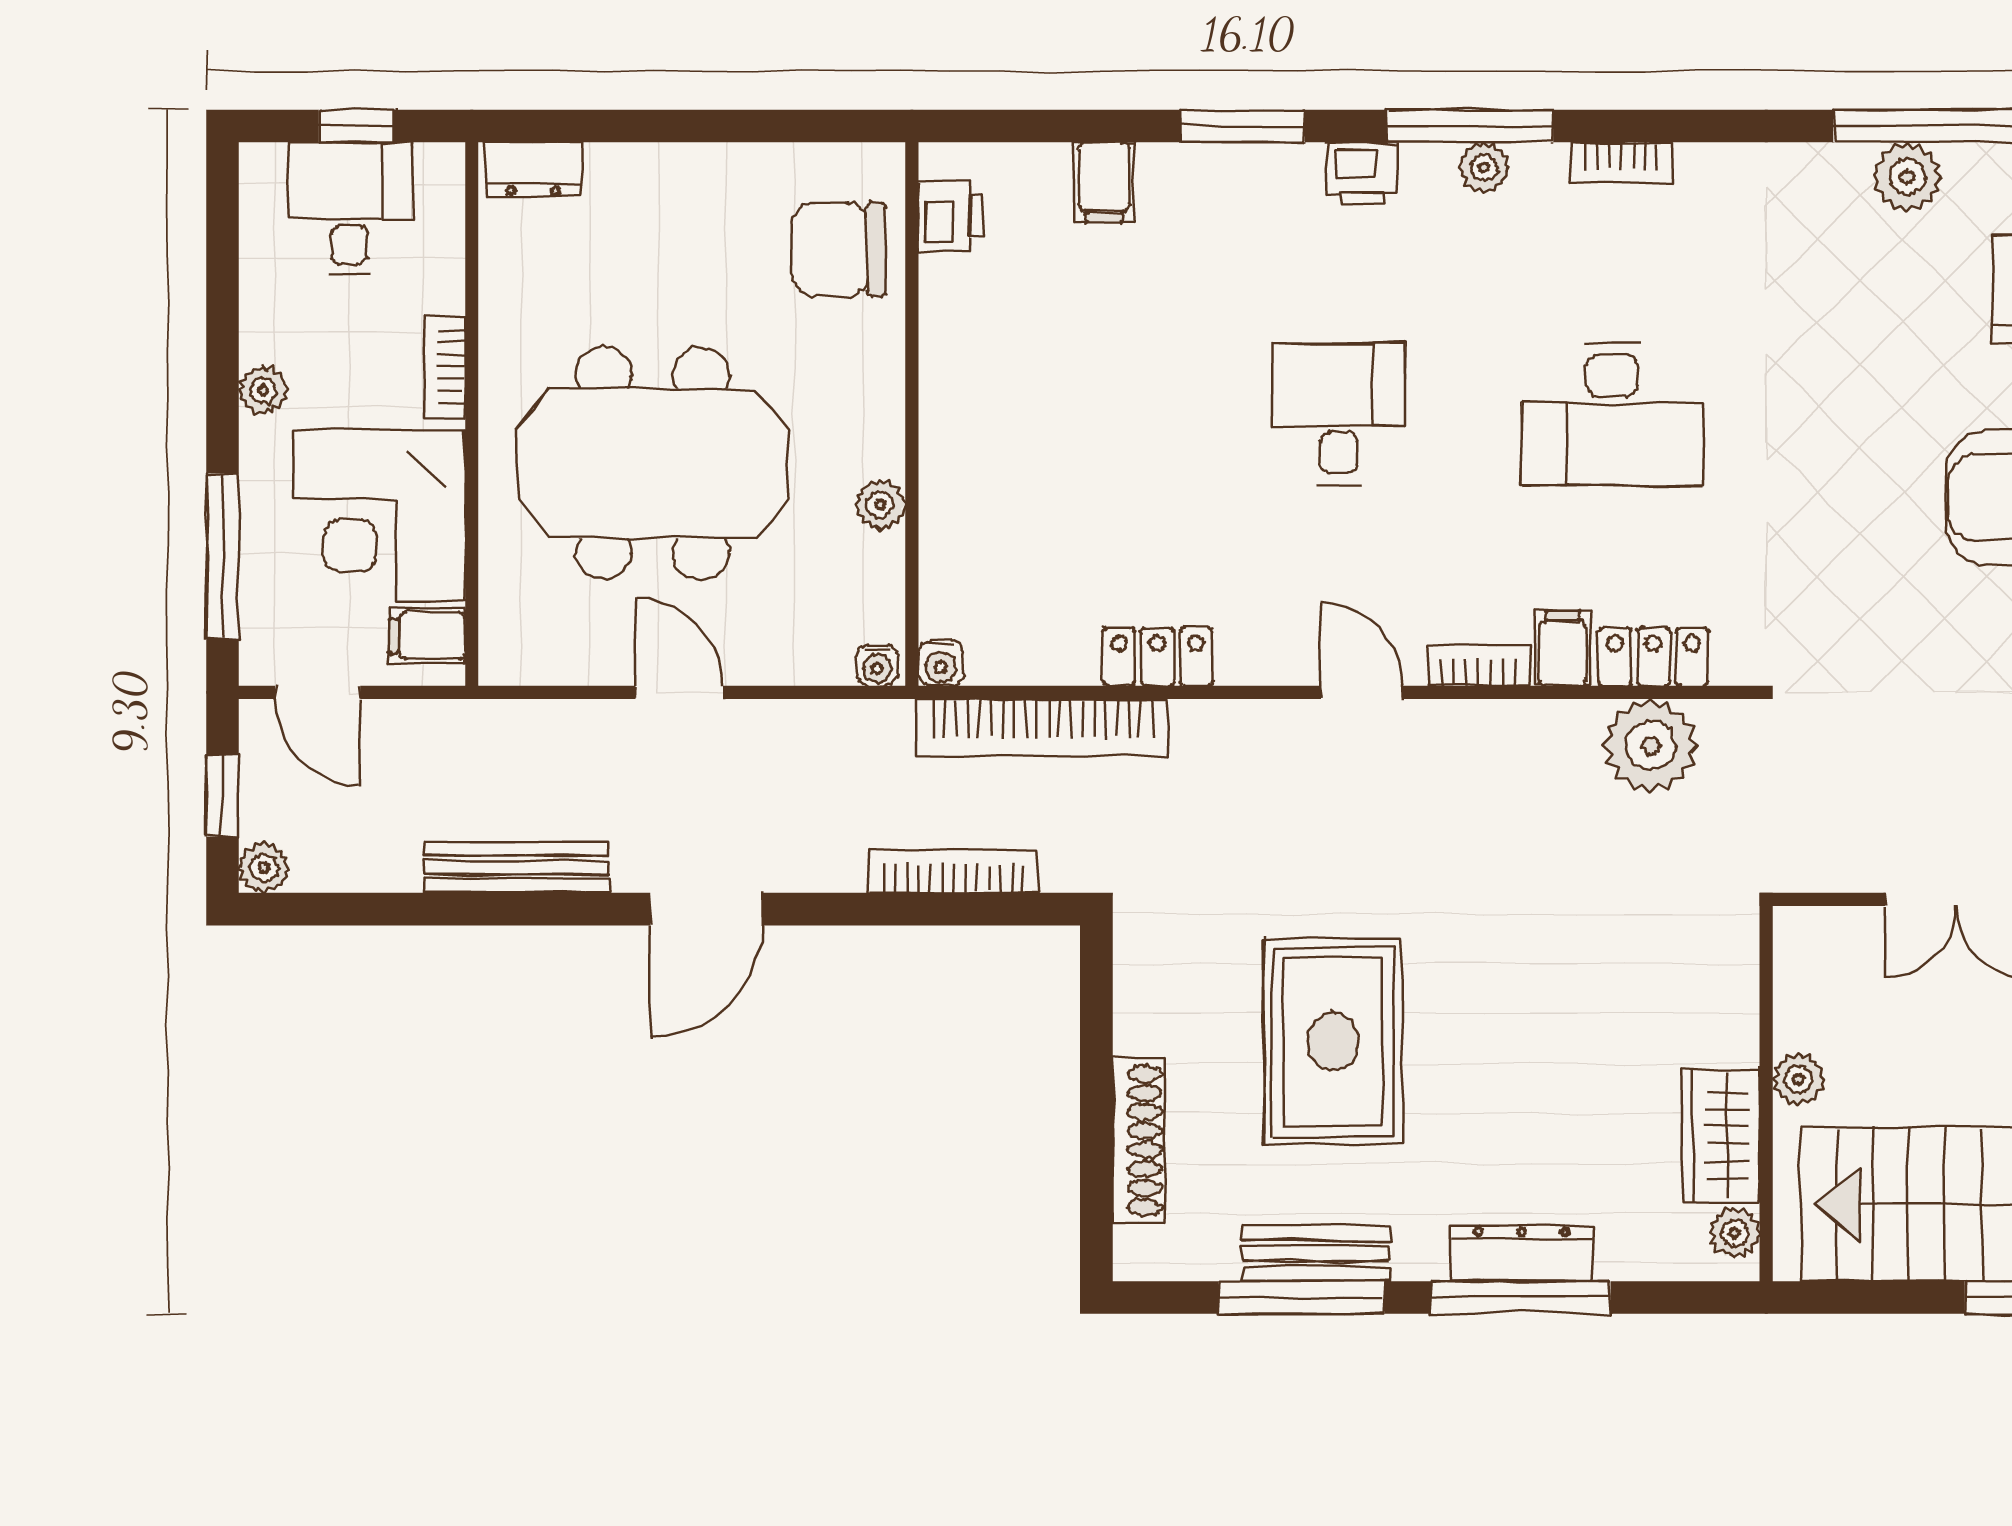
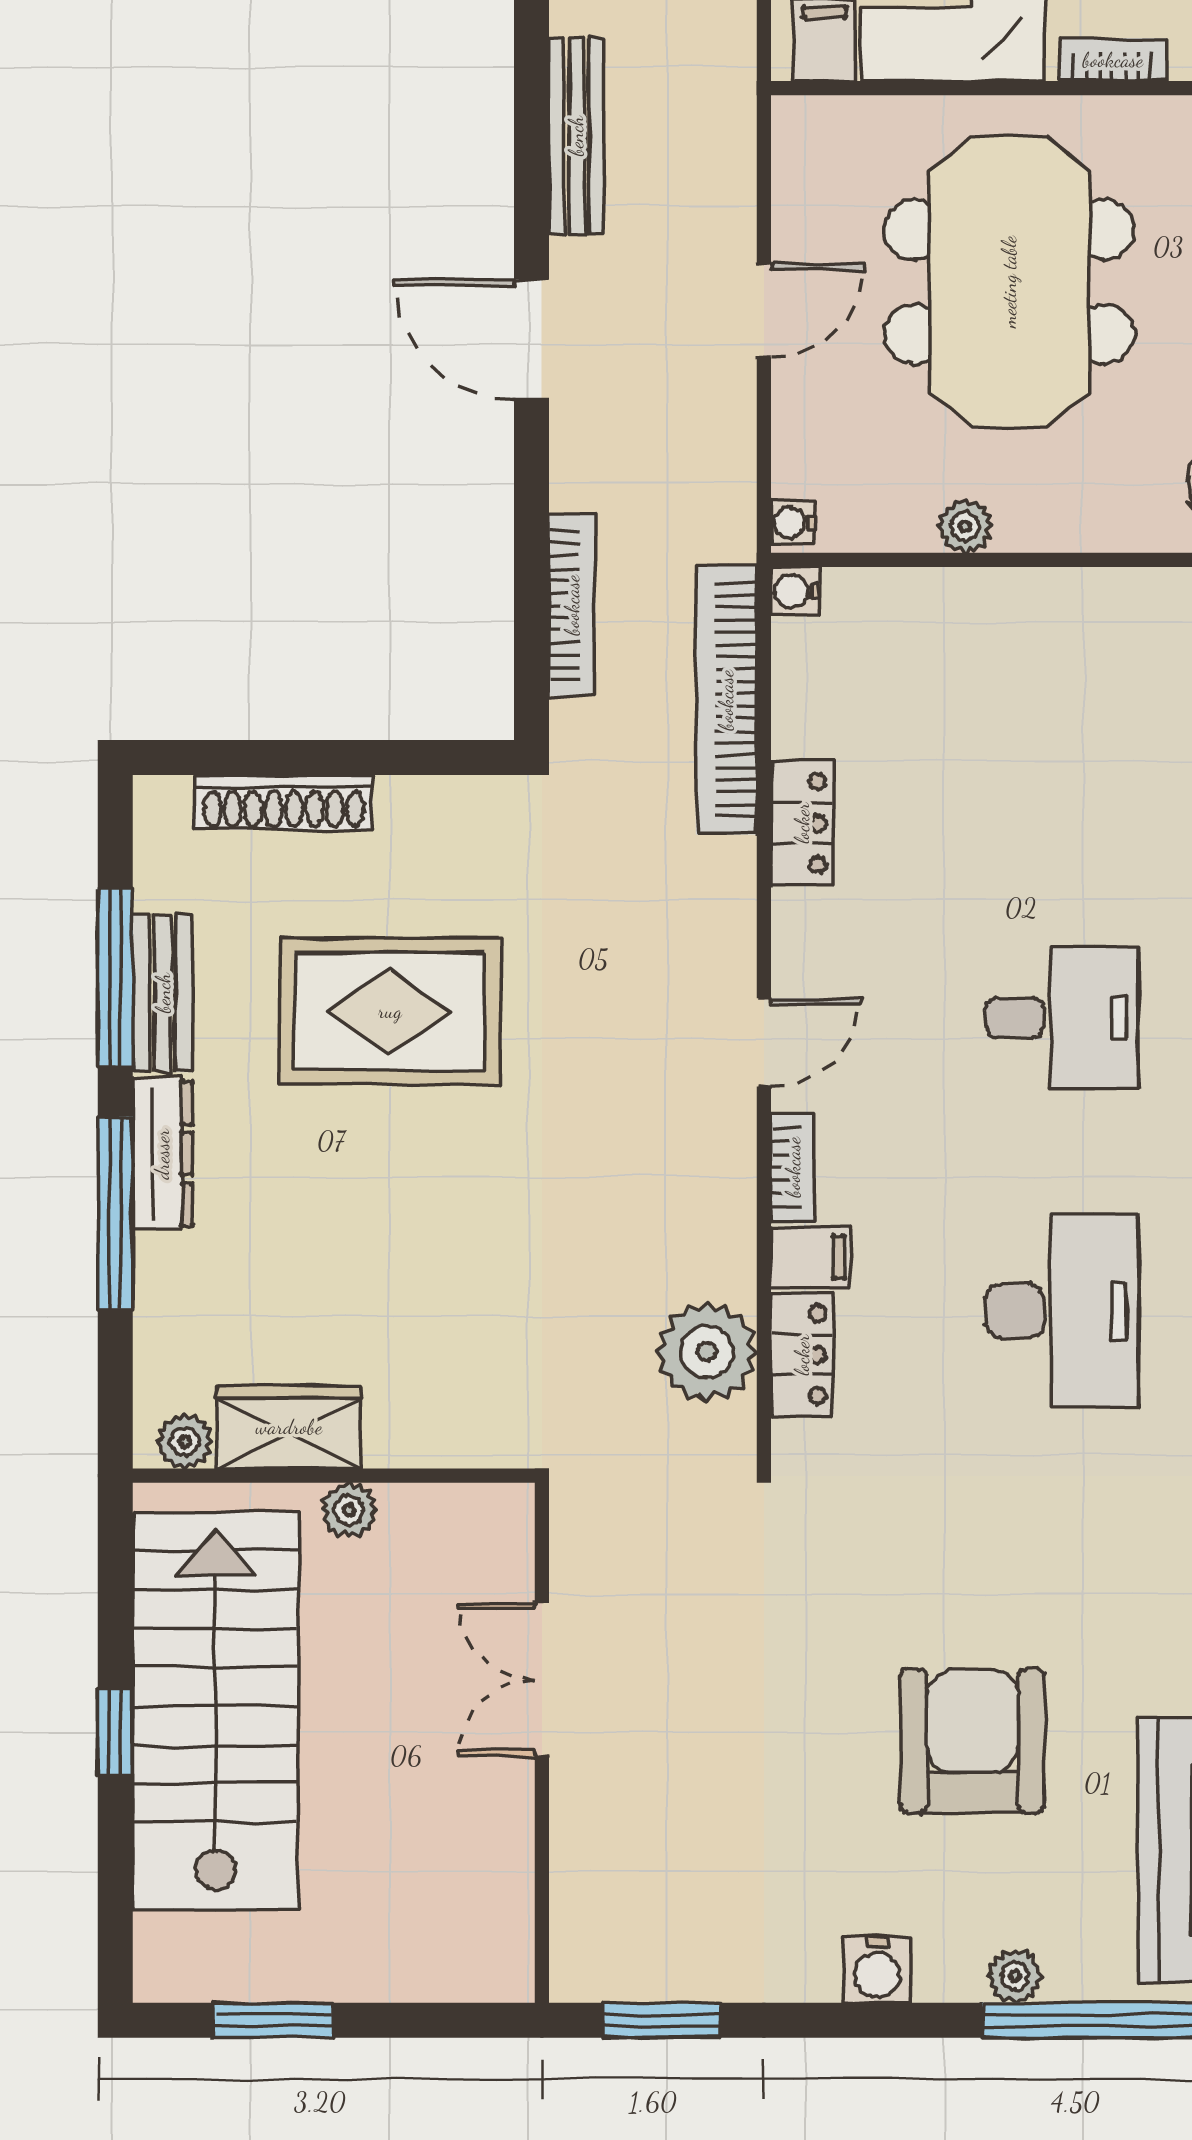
desk: (1612, 414) -> (1062, 1311), turned 180
dresser: (1522, 1254) -> (162, 1154), moved

